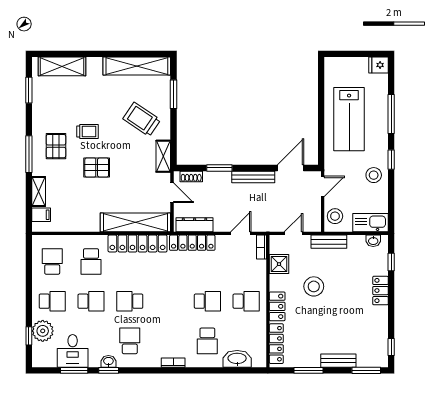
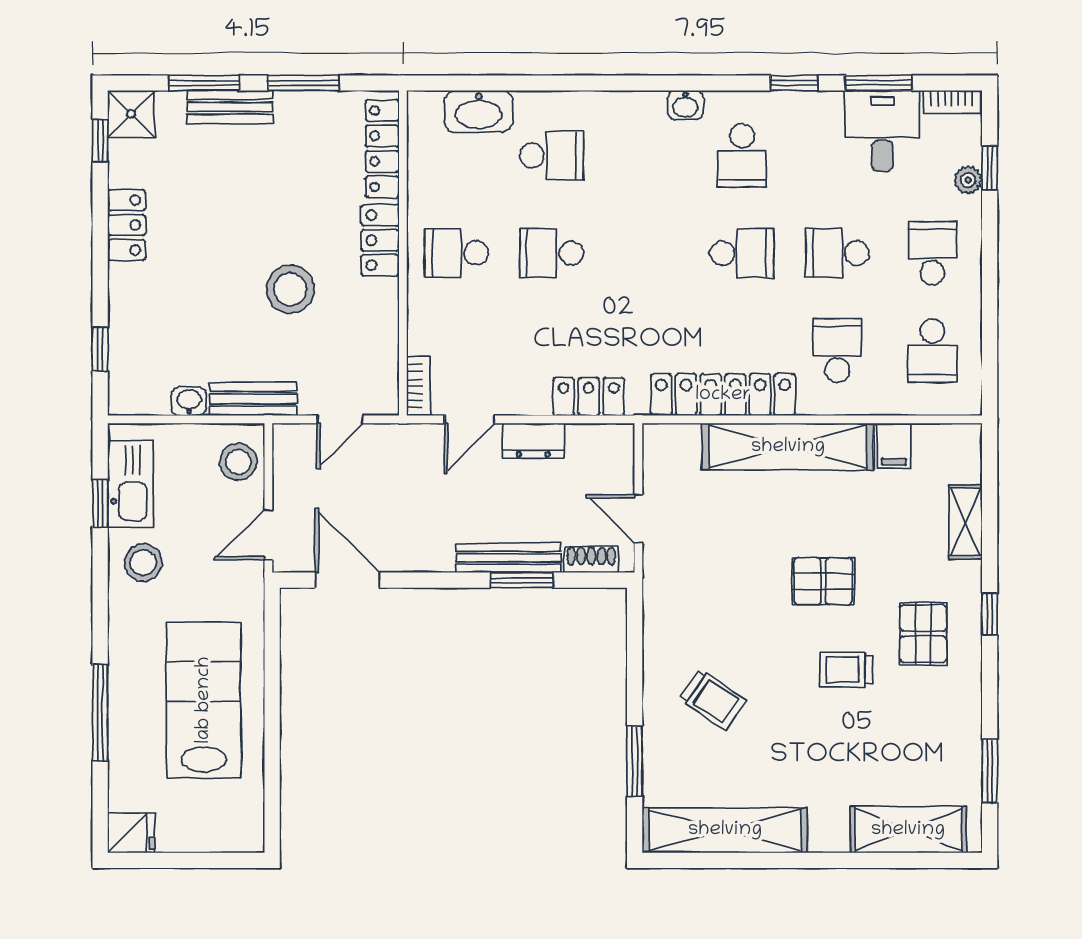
trolley: (142, 119) -> (713, 699), width x0.73, depth x0.72
window: (29, 154) -> (990, 614), width x0.46
shelving: (163, 156) -> (660, 609), removed
window: (391, 160) -> (100, 503), moved
door: (291, 168) -> (347, 580), swing flipped
bench: (253, 177) -> (509, 558), moved
filing cabinet: (41, 215) -> (894, 446), moved, turned -90
shelving: (135, 222) -> (788, 447), moved
kitchen sink: (370, 223) -> (131, 484), moved, turned -90
dresser: (195, 225) -> (533, 441), moved, width x0.70
washbasin: (373, 241) -> (189, 401), moved
locker: (192, 243) -> (589, 397), width x0.66
shower: (279, 264) -> (131, 114), moved
locker: (380, 291) -> (126, 225), moved
school desk: (52, 301) -> (932, 253), turned 90
plant: (43, 331) -> (968, 180), width x0.53, depth x0.53
school desk: (207, 341) -> (552, 156), turned 90
washbasin: (108, 361) -> (685, 105), moved
bookcase: (173, 363) -> (952, 102), moved
window: (366, 370) -> (204, 83), moved

